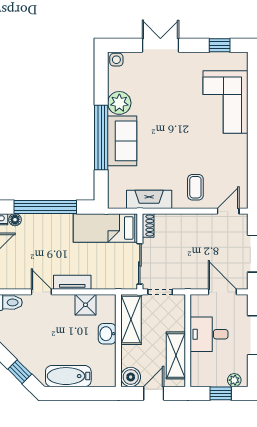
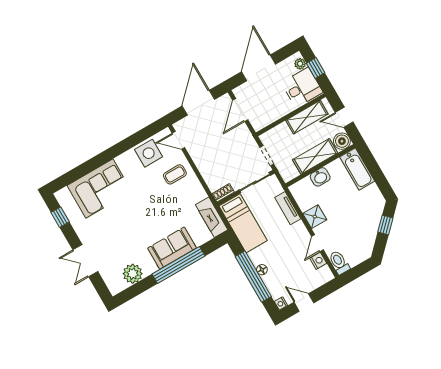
side table: (116, 60) -> (149, 153), moved, width x1.87, depth x1.87
plant: (119, 103) -> (133, 274), moved
fireplace: (149, 199) -> (212, 217), moved
floor lamp: (15, 220) -> (262, 270), moved
nightstand: (23, 282) -> (318, 261), added
tv unit: (72, 282) -> (288, 208), moved
shower: (85, 305) -> (315, 217), moved
shelving: (131, 319) -> (315, 156), moved
desk: (209, 334) -> (302, 88), moved, turned -90
bathtub: (68, 376) -> (357, 169), moved

